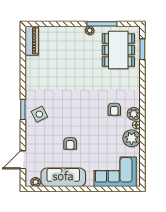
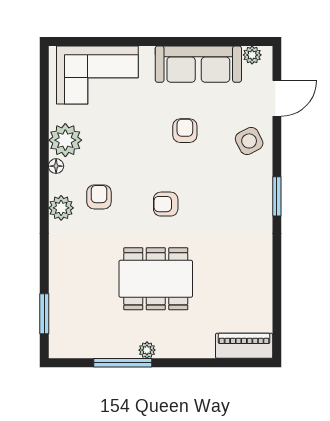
piano: (32, 41) -> (244, 346), moved, turned 90
dining table: (118, 50) -> (156, 279), moved, turned 90
armchair: (80, 105) -> (166, 204), added
side table: (39, 114) -> (249, 141), moved
plant: (134, 114) -> (61, 208), moved

